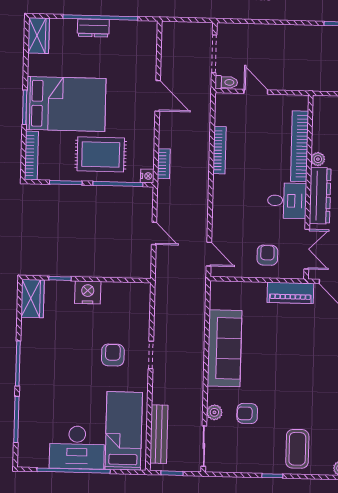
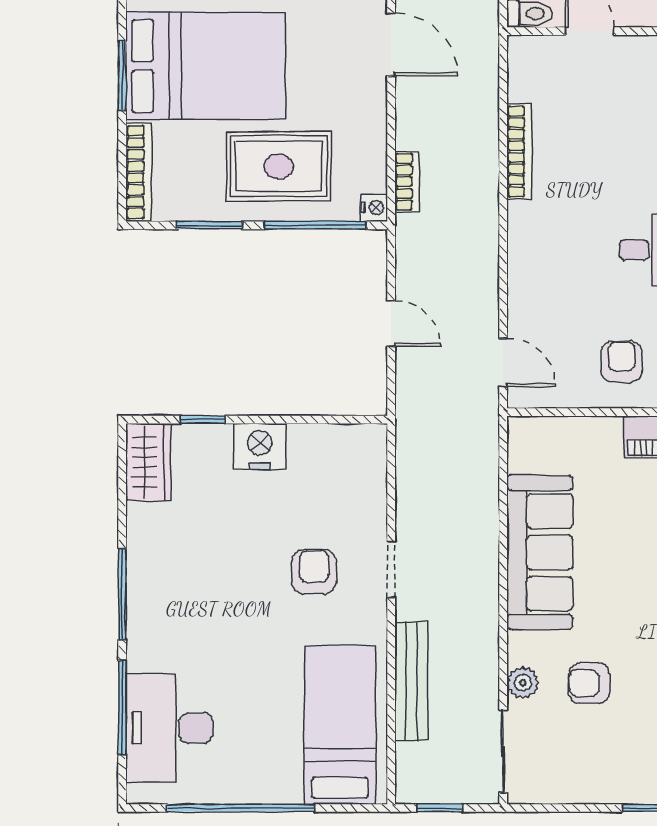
bench: (159, 434) -> (411, 681), moved
desk: (77, 447) -> (169, 728), moved, turned 90

